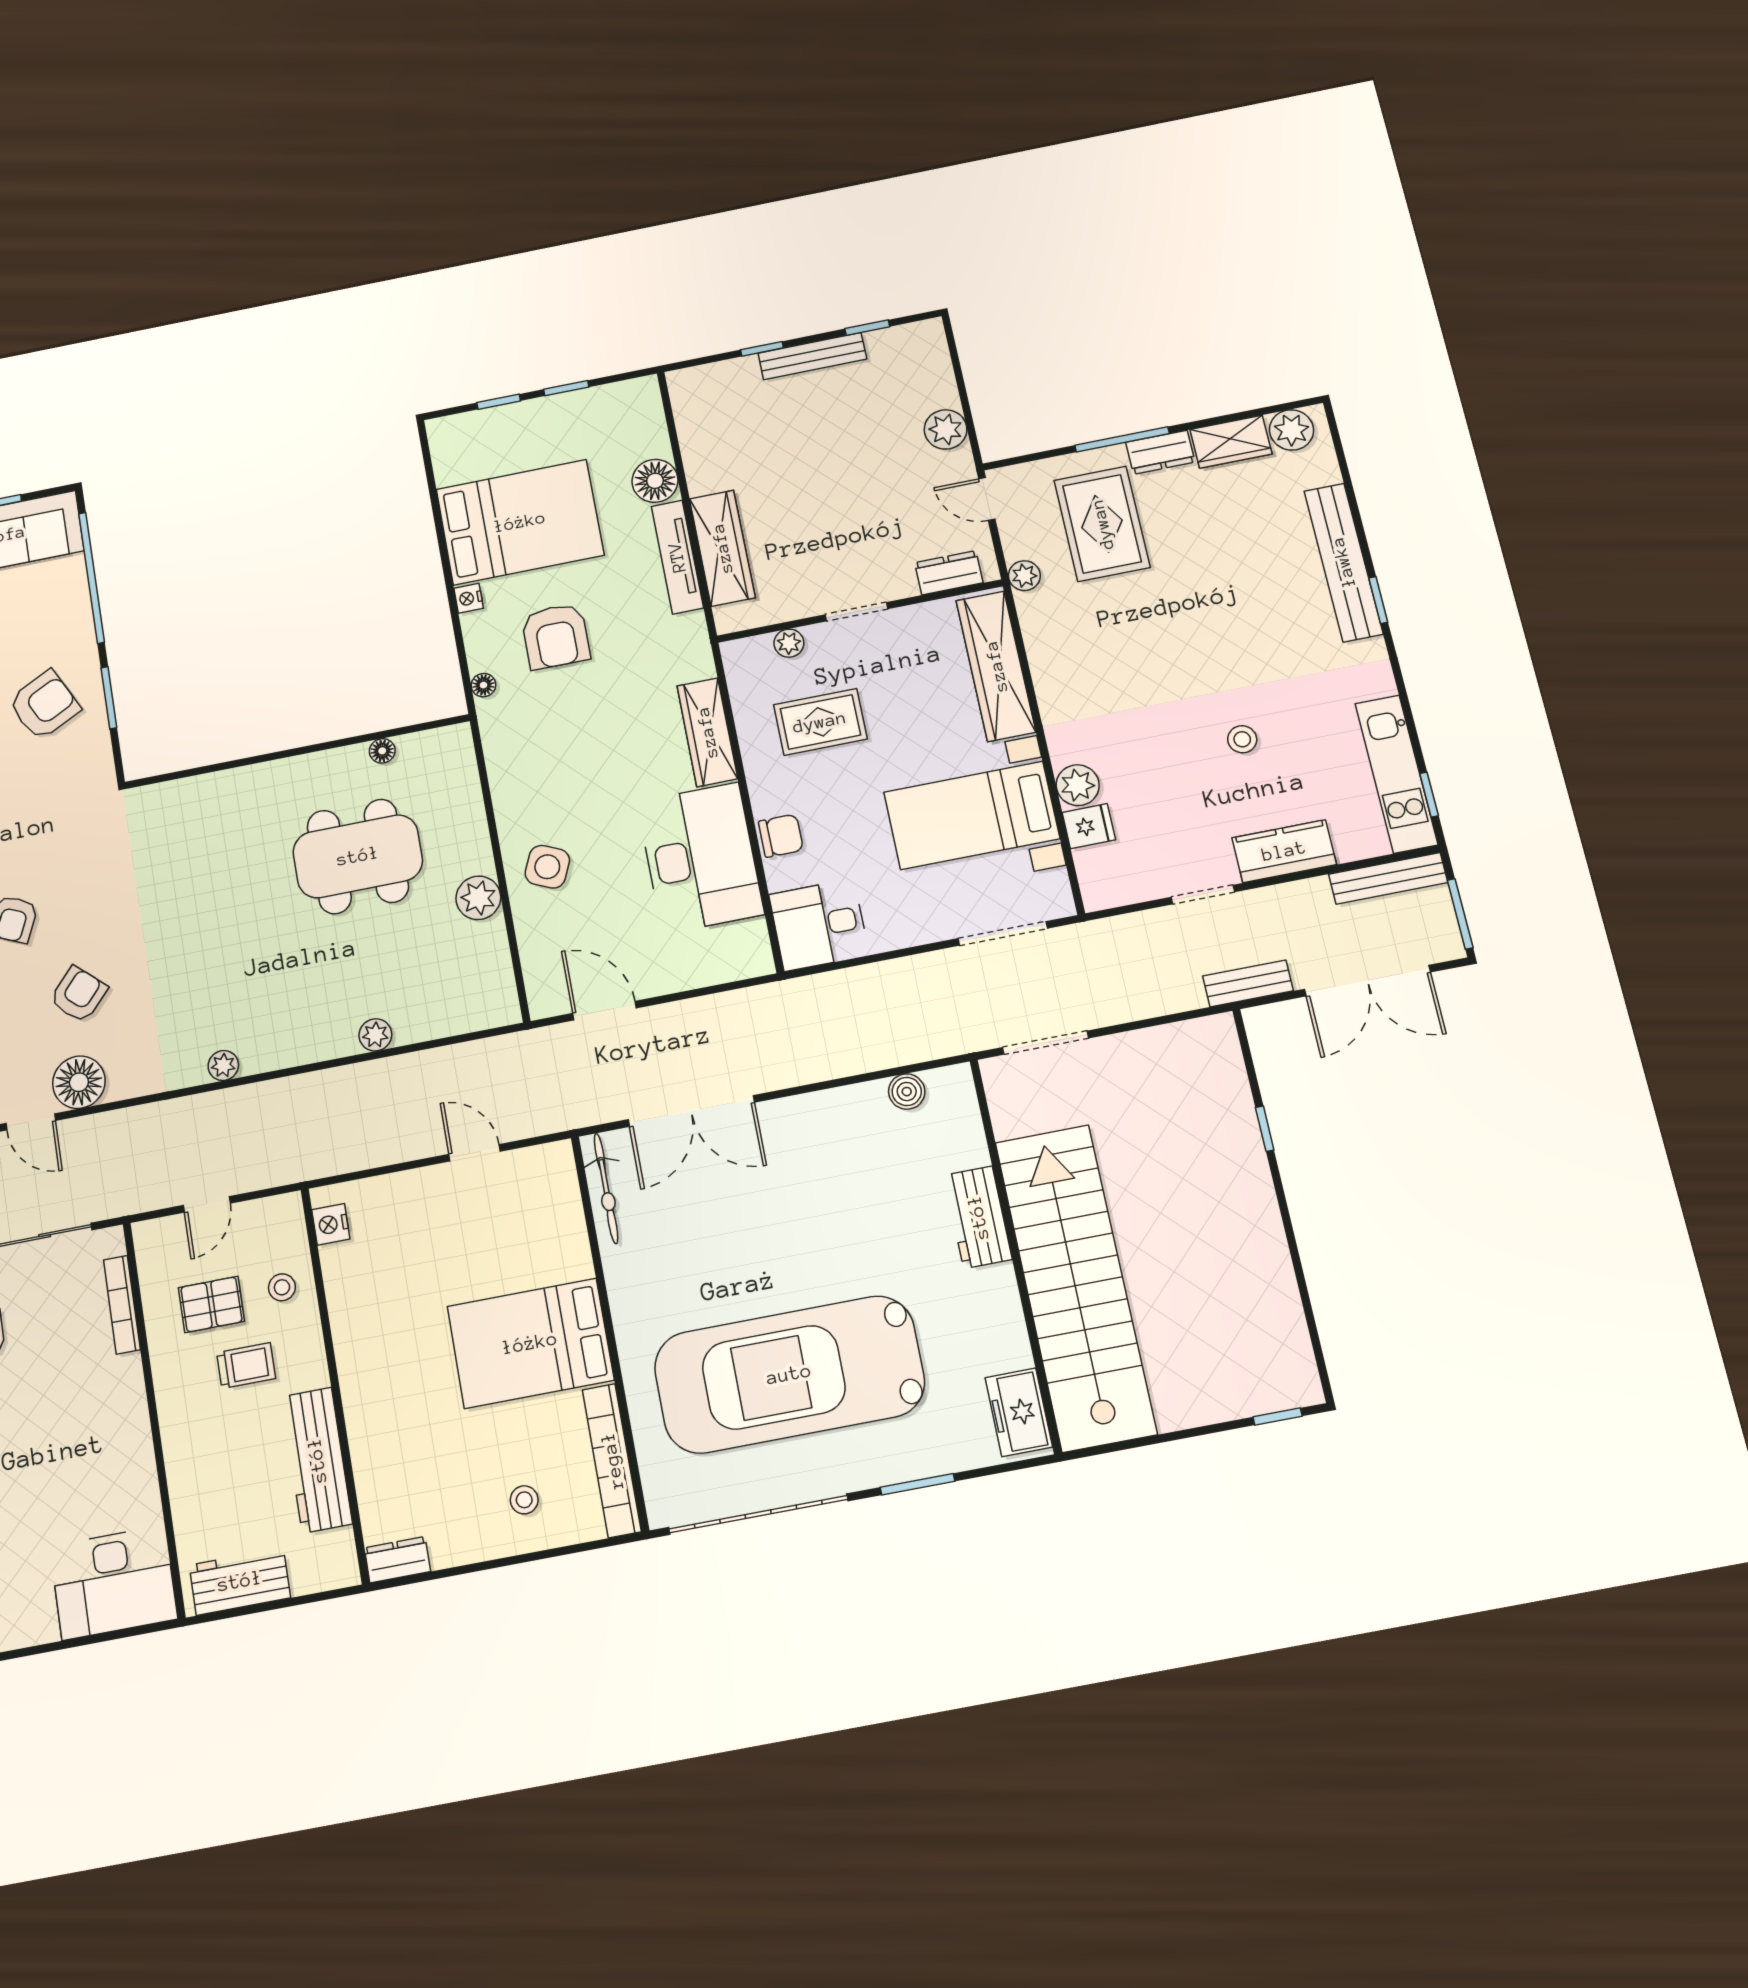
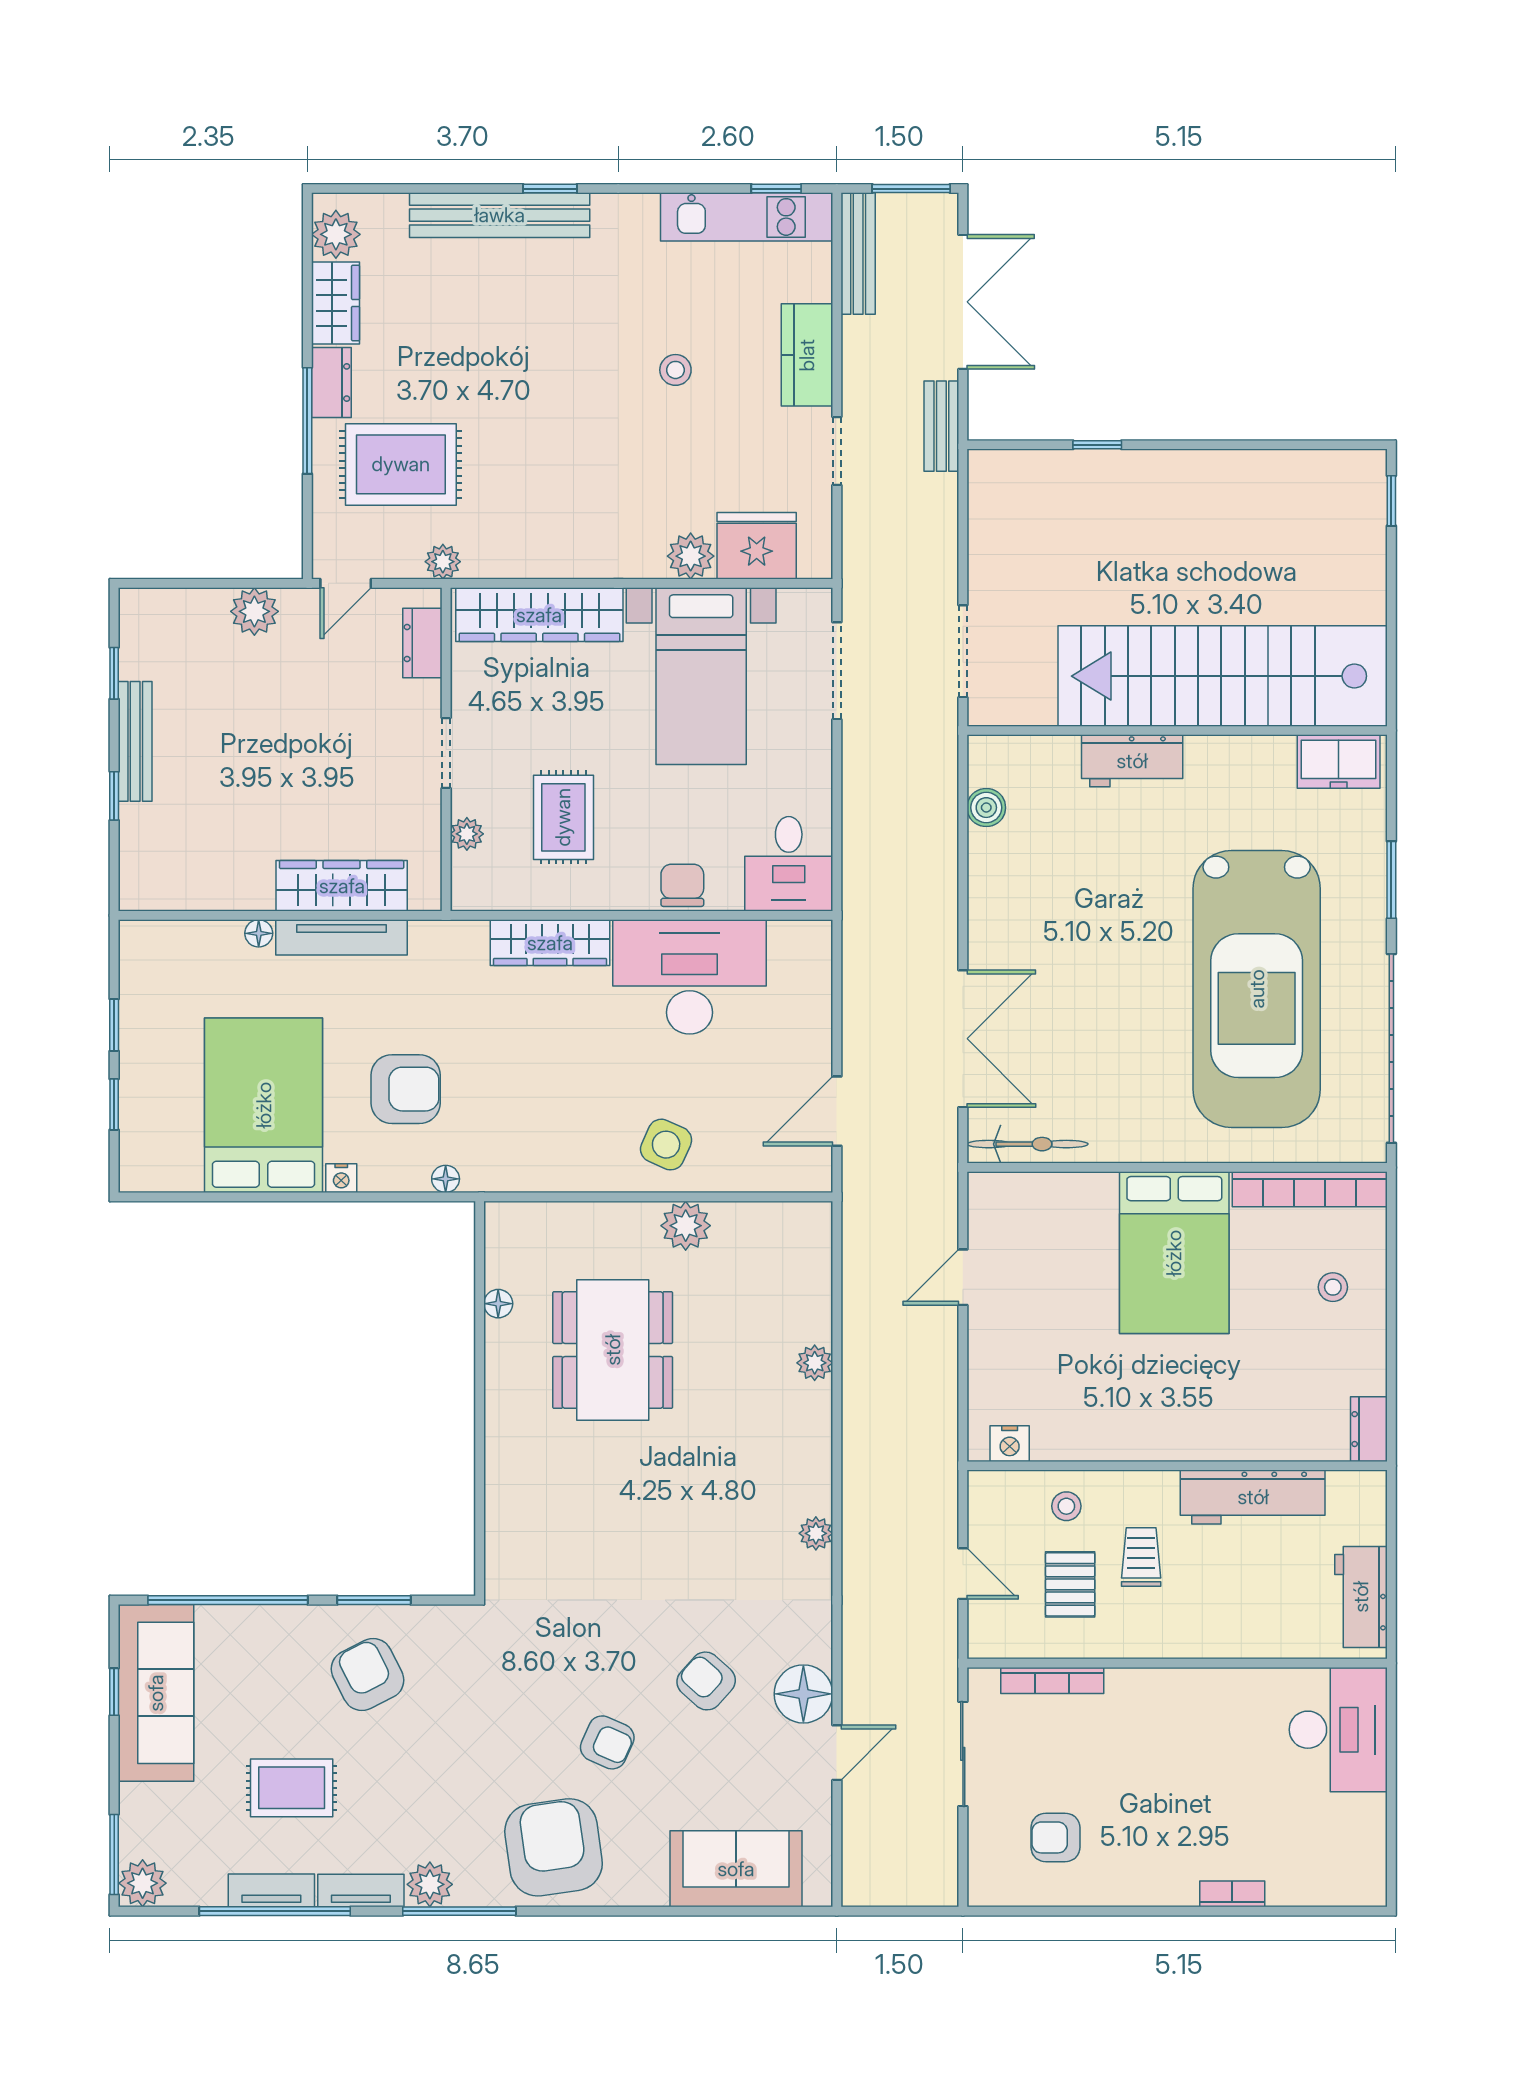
floor lamp: (655, 481) -> (259, 933), width x0.53, depth x0.53
fridge: (1089, 826) -> (757, 546), width x1.88, depth x1.34

